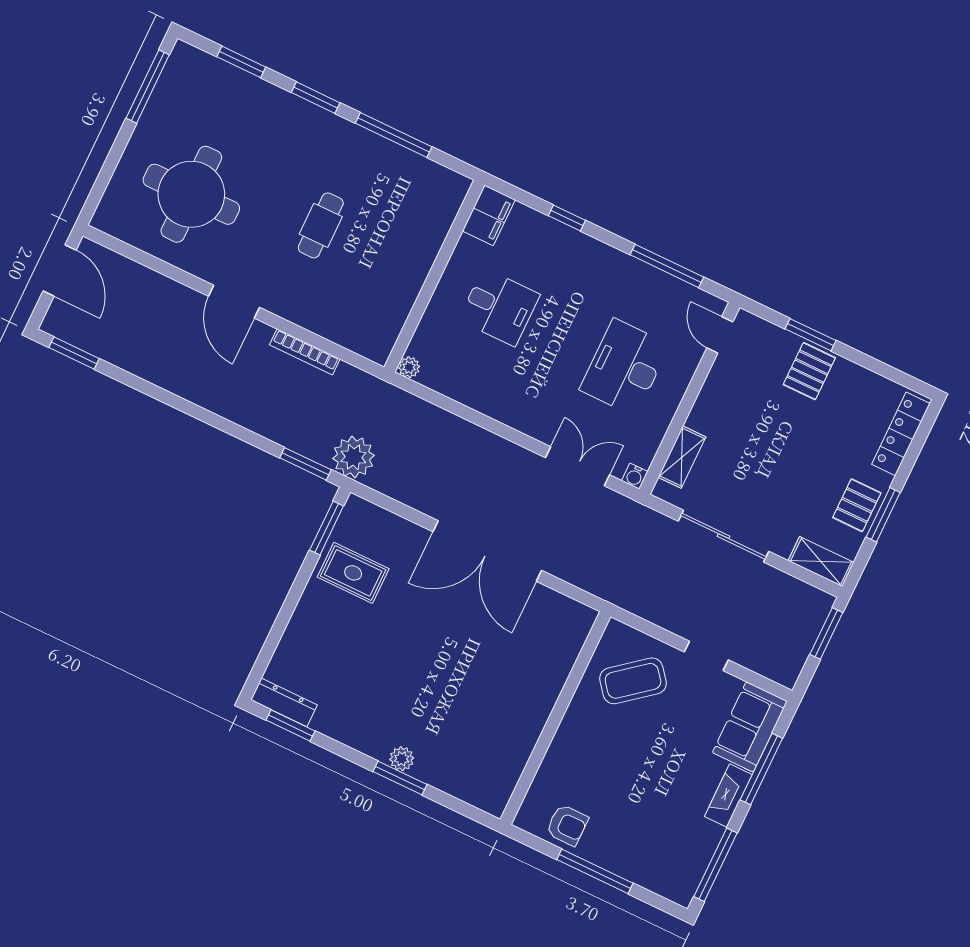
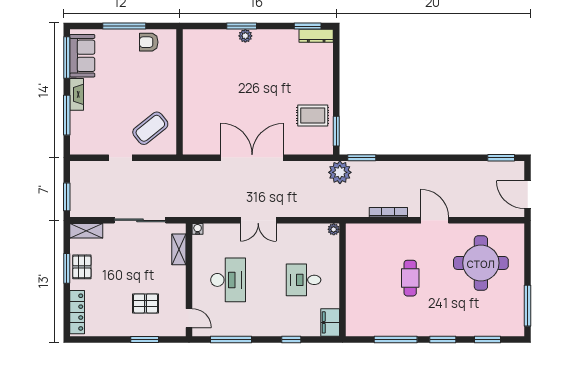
pallet: (809, 371) -> (146, 303), moved, turned 90
double door: (577, 466) -> (258, 220), moved
sofa: (750, 727) -> (82, 56), moved

